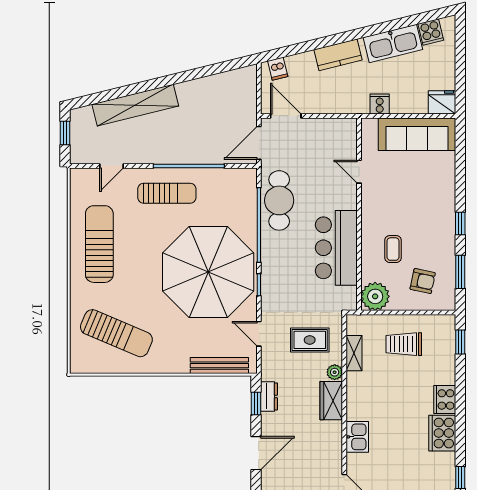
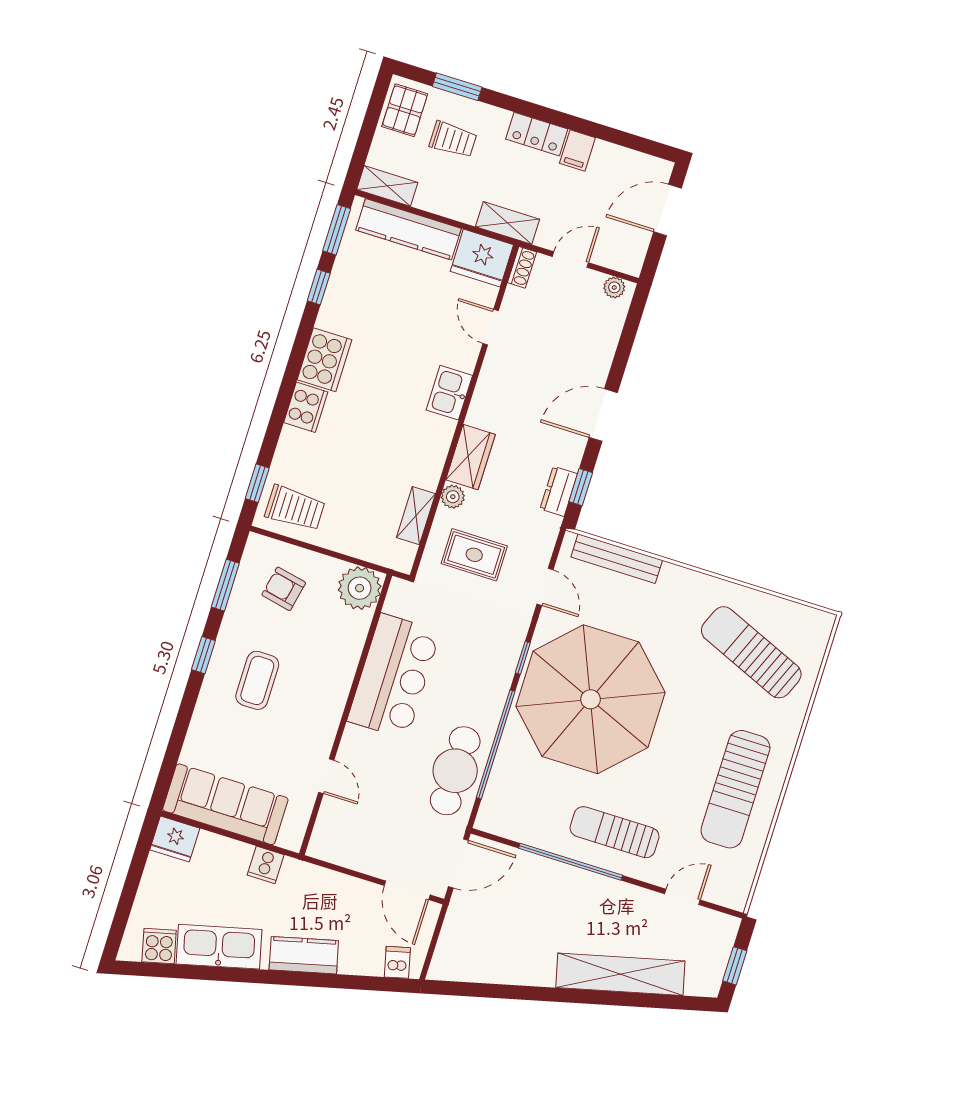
coffee table: (393, 249) -> (257, 680), moved, width x1.36, depth x1.30
trolley: (404, 344) -> (295, 508), moved

